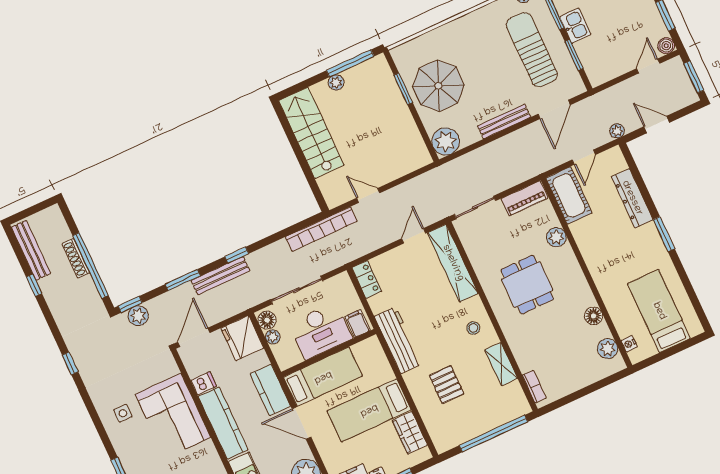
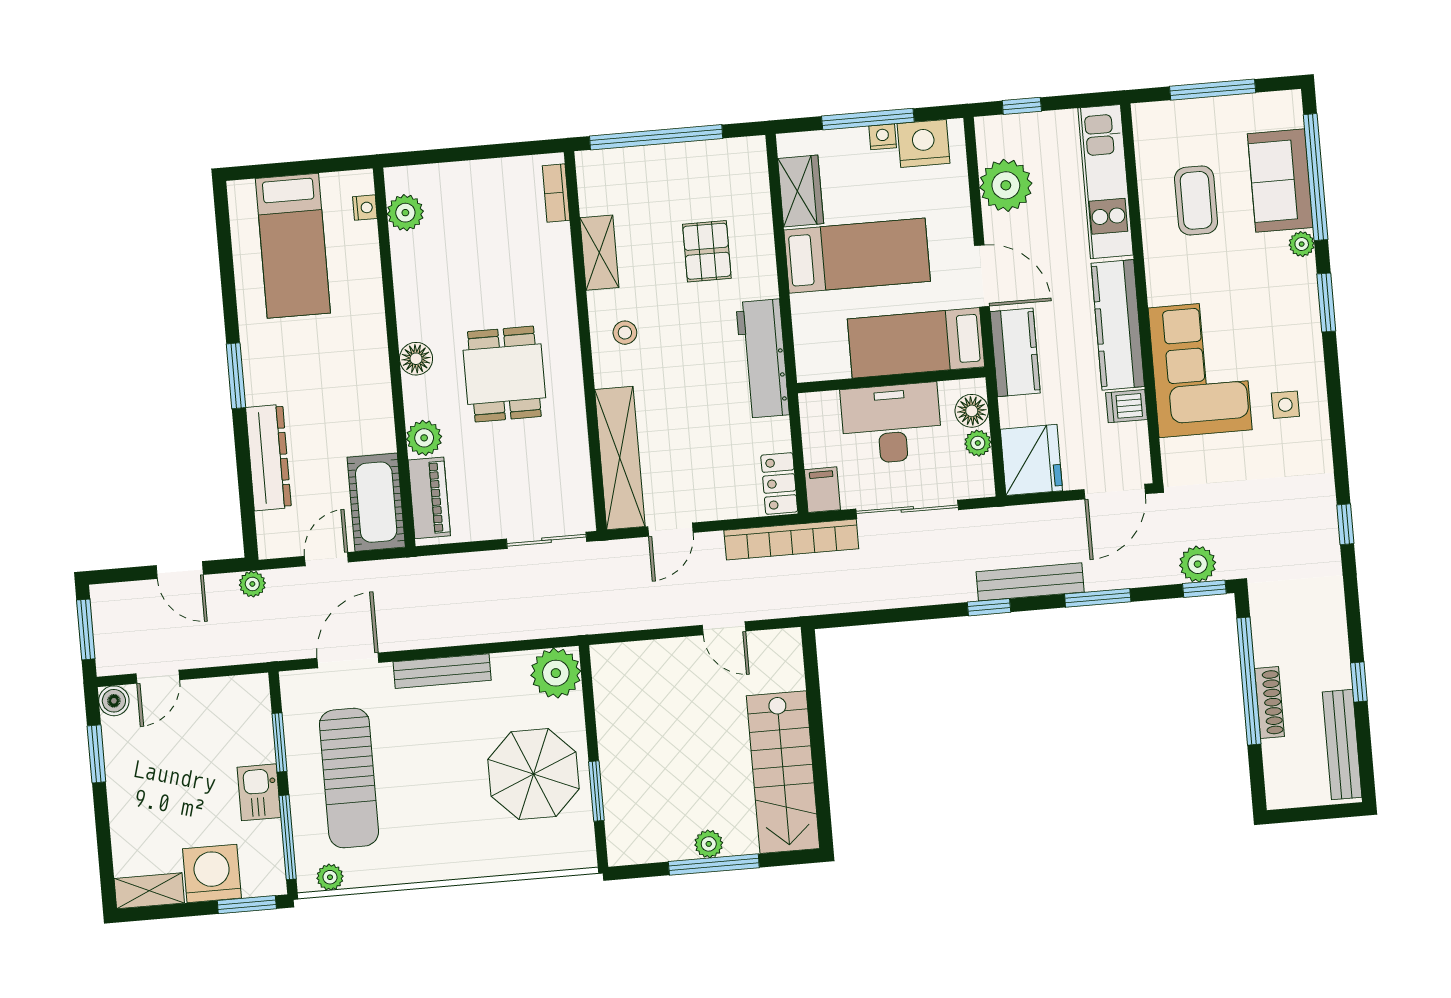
window: (350, 63) -> (714, 865), moved
piano: (525, 198) -> (429, 498), moved, turned 90
bookcase: (321, 229) -> (791, 540), moved, turned 180
floor lamp: (594, 316) -> (416, 359), moved
floor lamp: (267, 320) -> (972, 411), moved
filing cabinet: (358, 324) -> (822, 490), moved, turned 180

